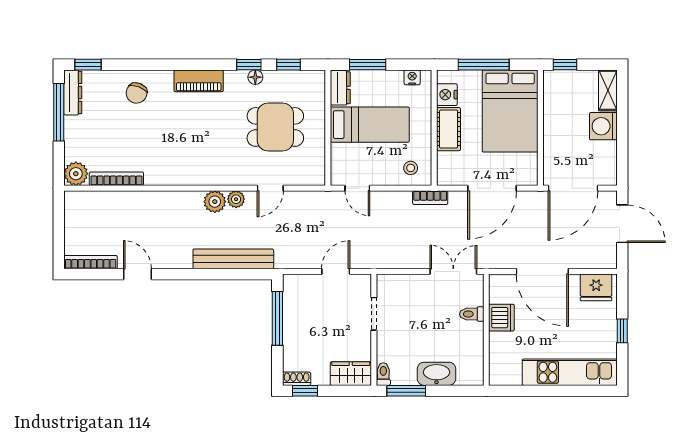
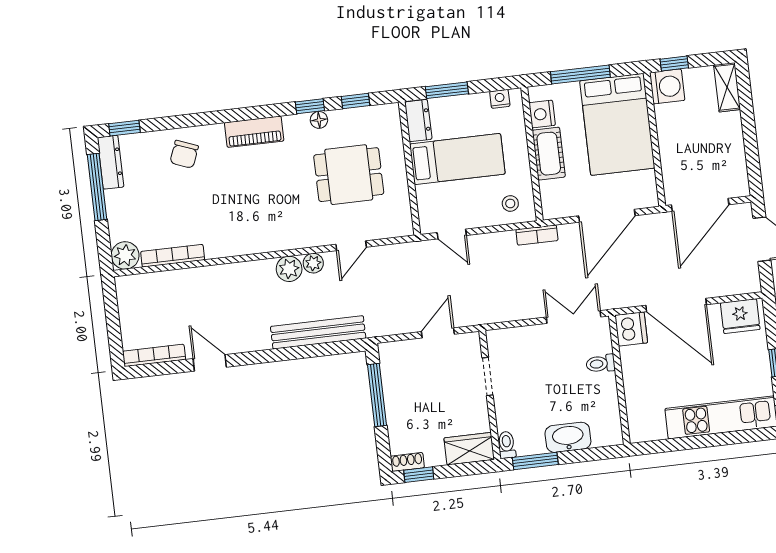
washing machine: (603, 126) -> (667, 86), moved, turned 180
dishwasher: (501, 318) -> (631, 329), moved

